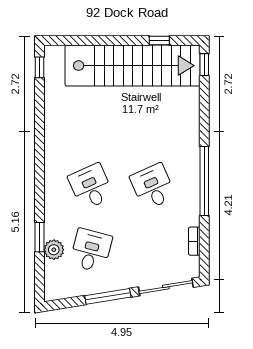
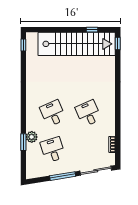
window: (204, 181) -> (118, 110), removed
plant: (54, 250) -> (32, 137), moved
desk: (91, 250) -> (53, 150), turned -33

